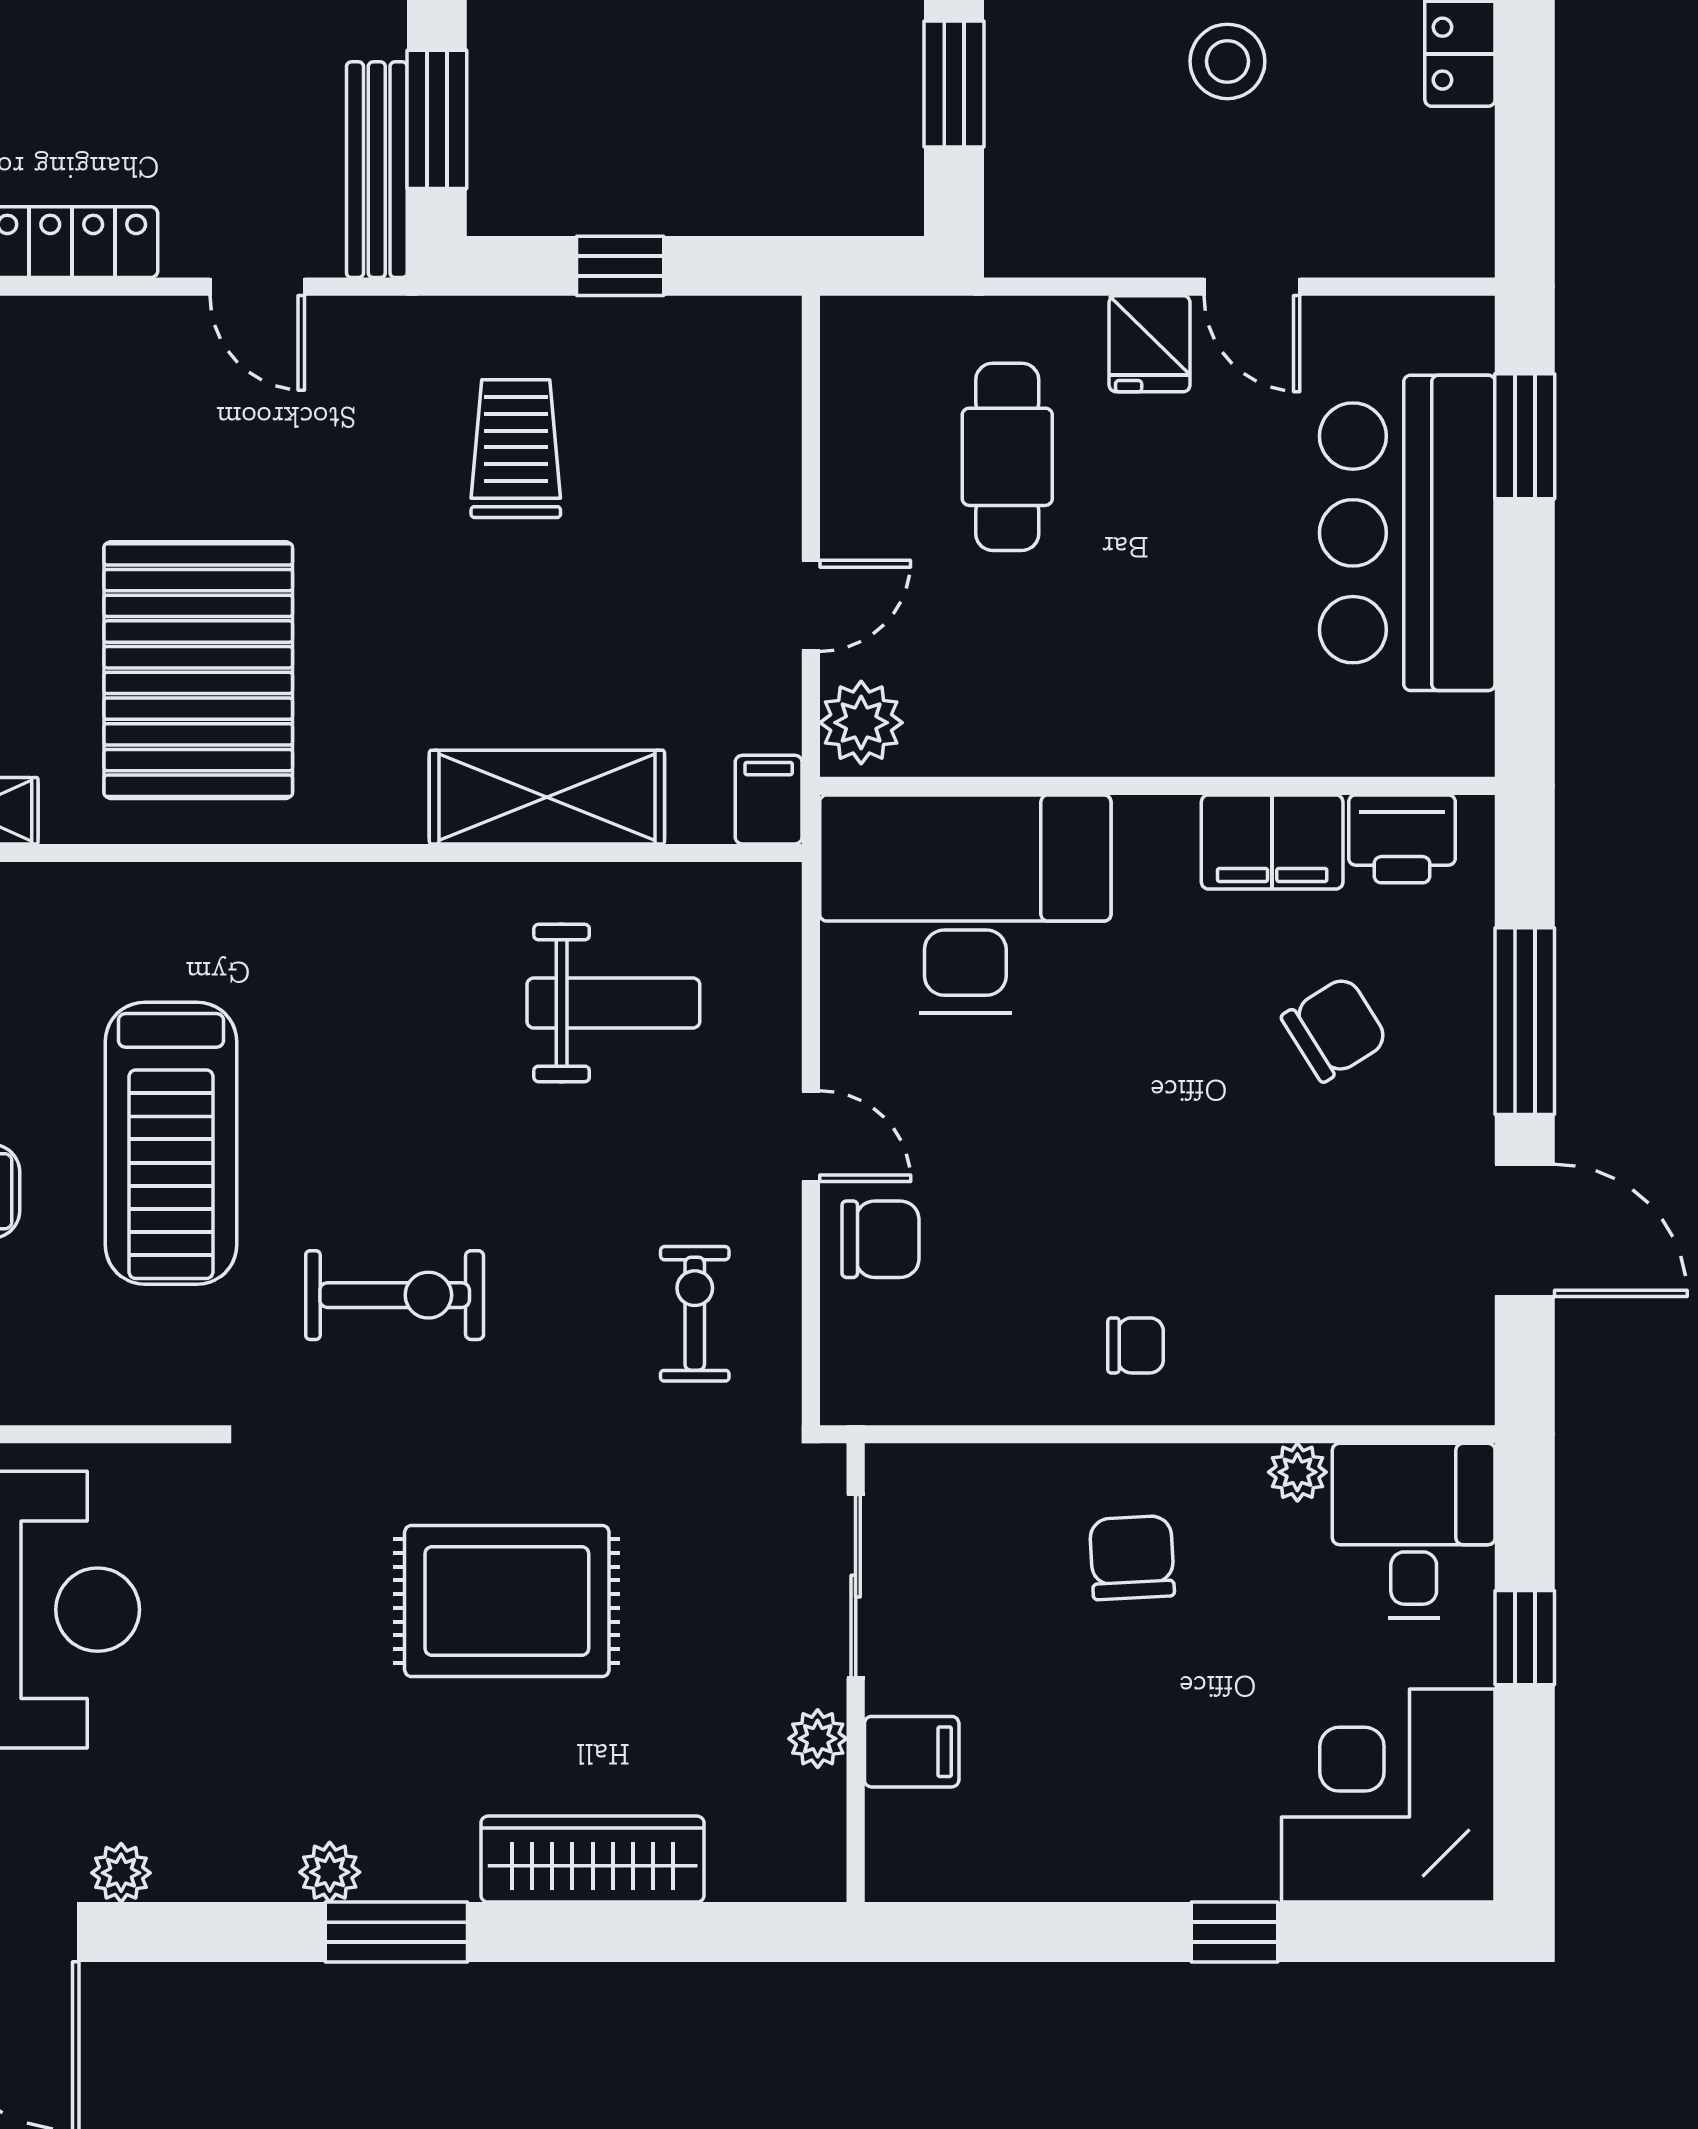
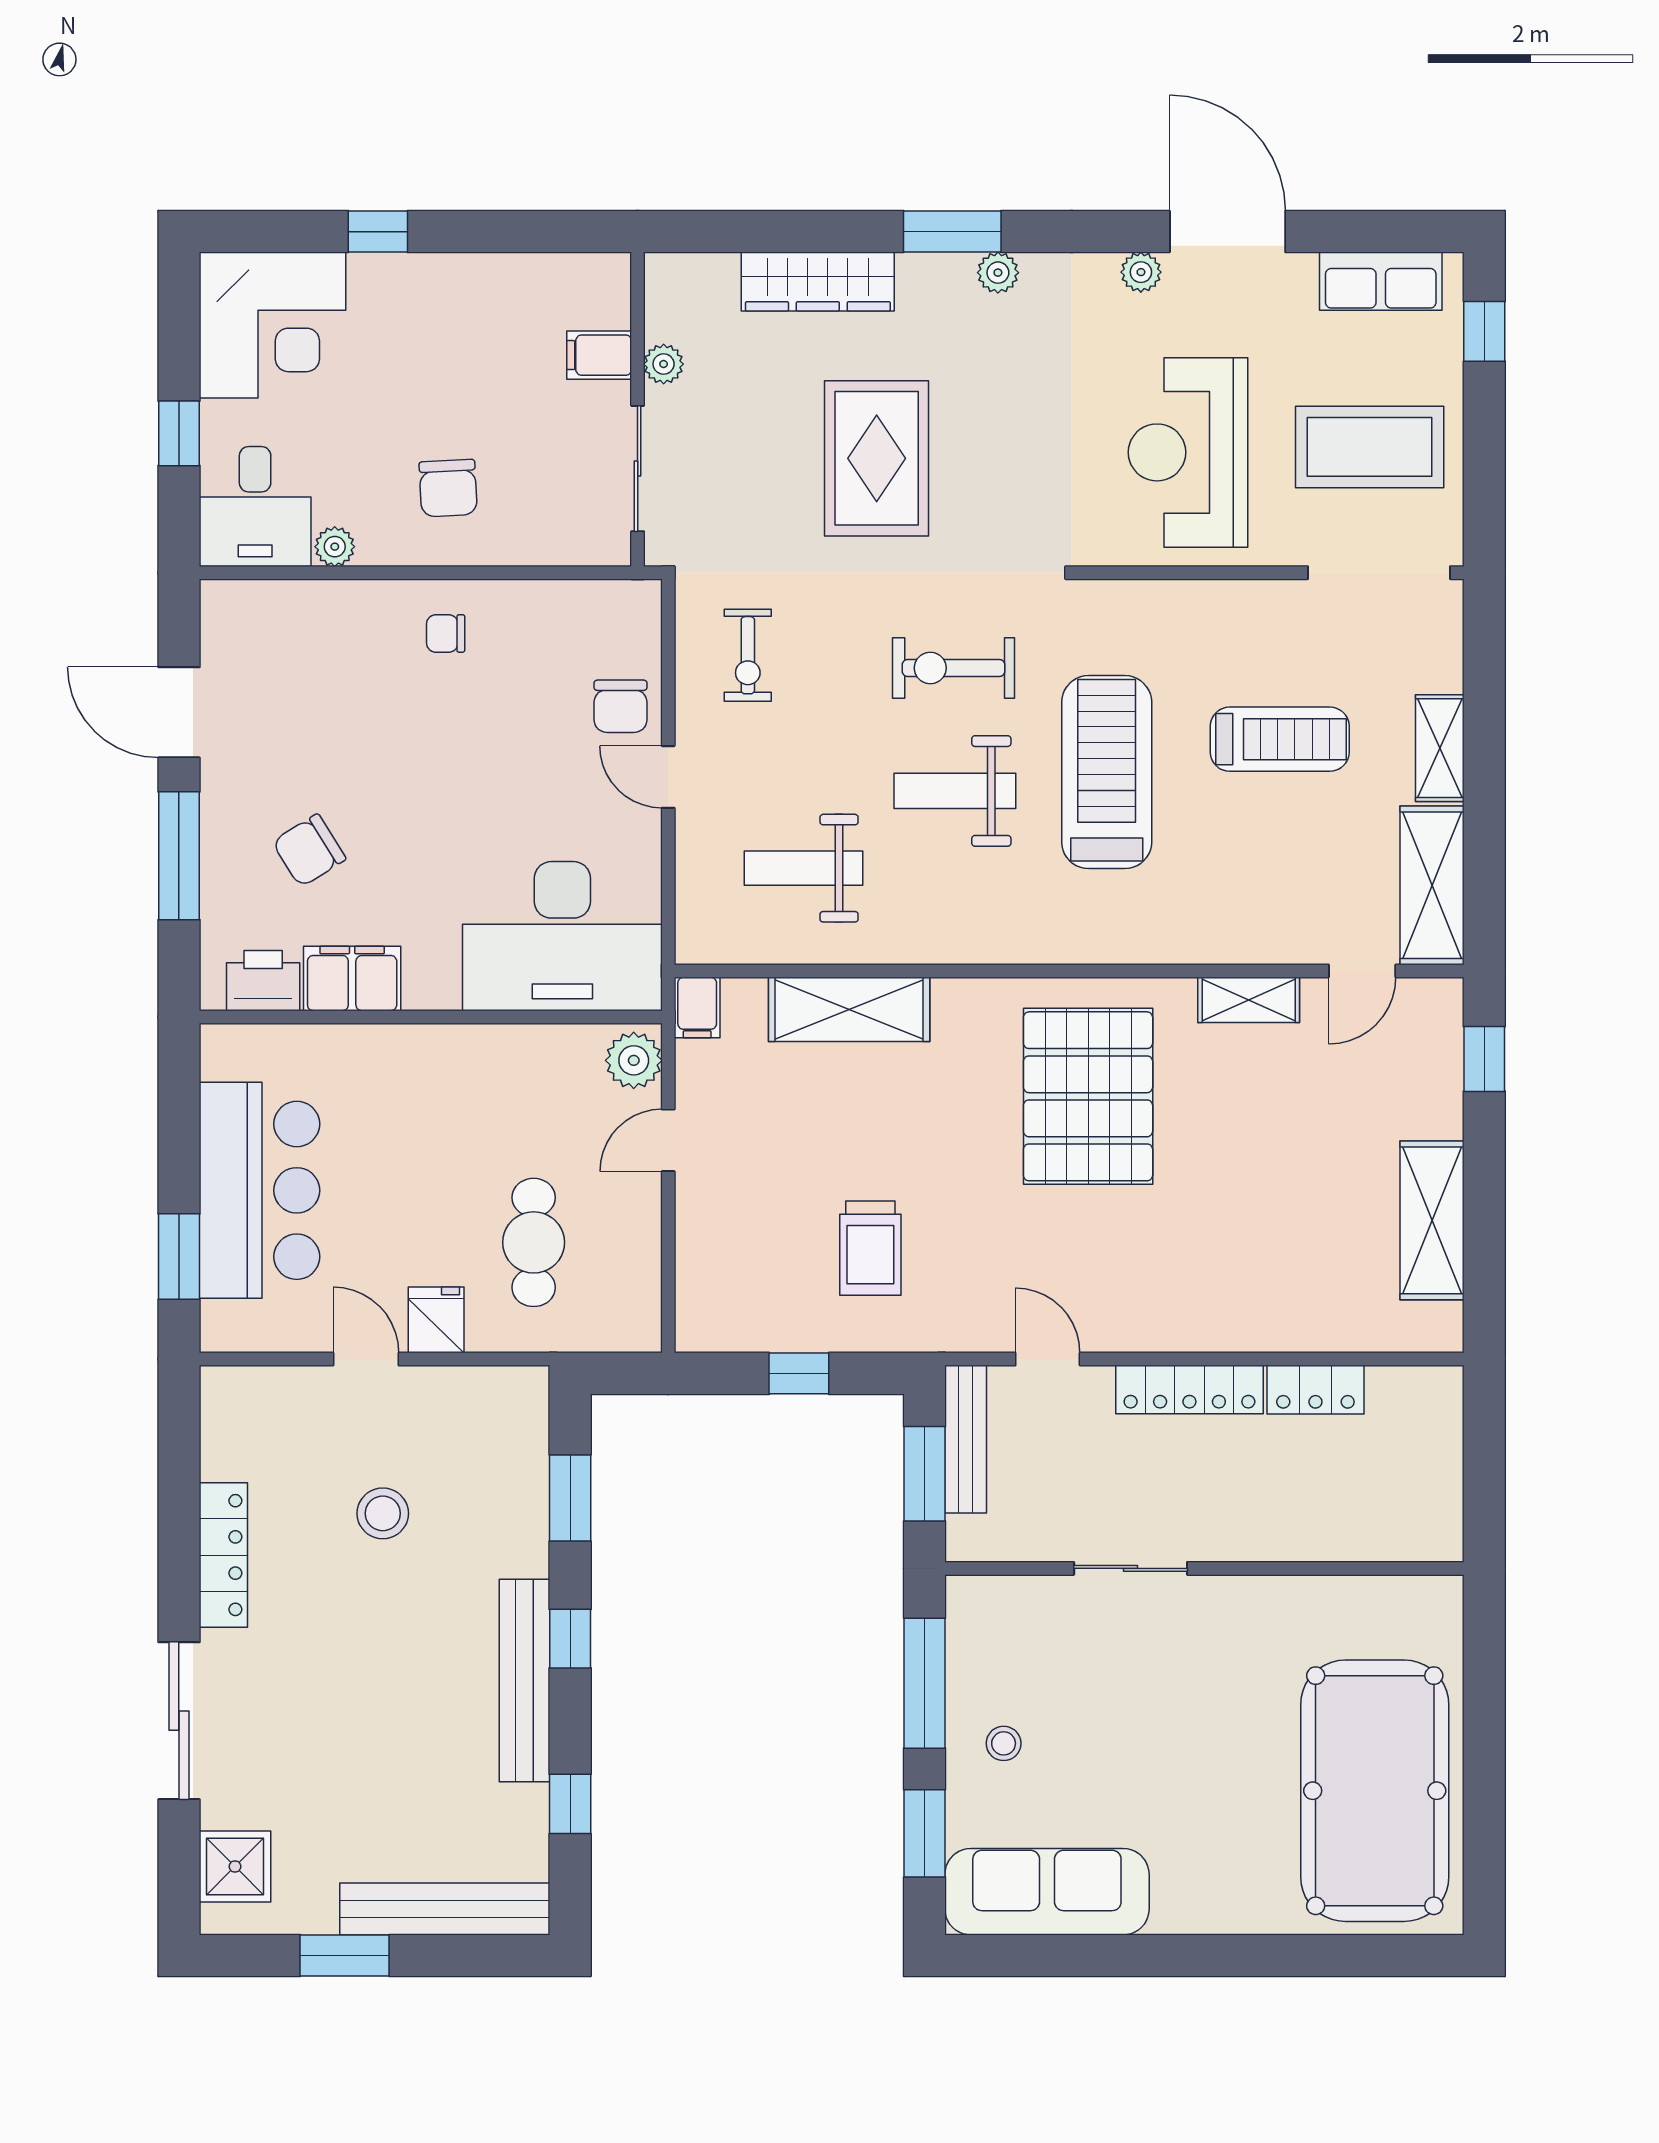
weight bench: (392, 1116) -> (955, 791), added
chair: (880, 1239) -> (620, 706), turned -90
rug: (507, 1601) -> (877, 458), turned 90

